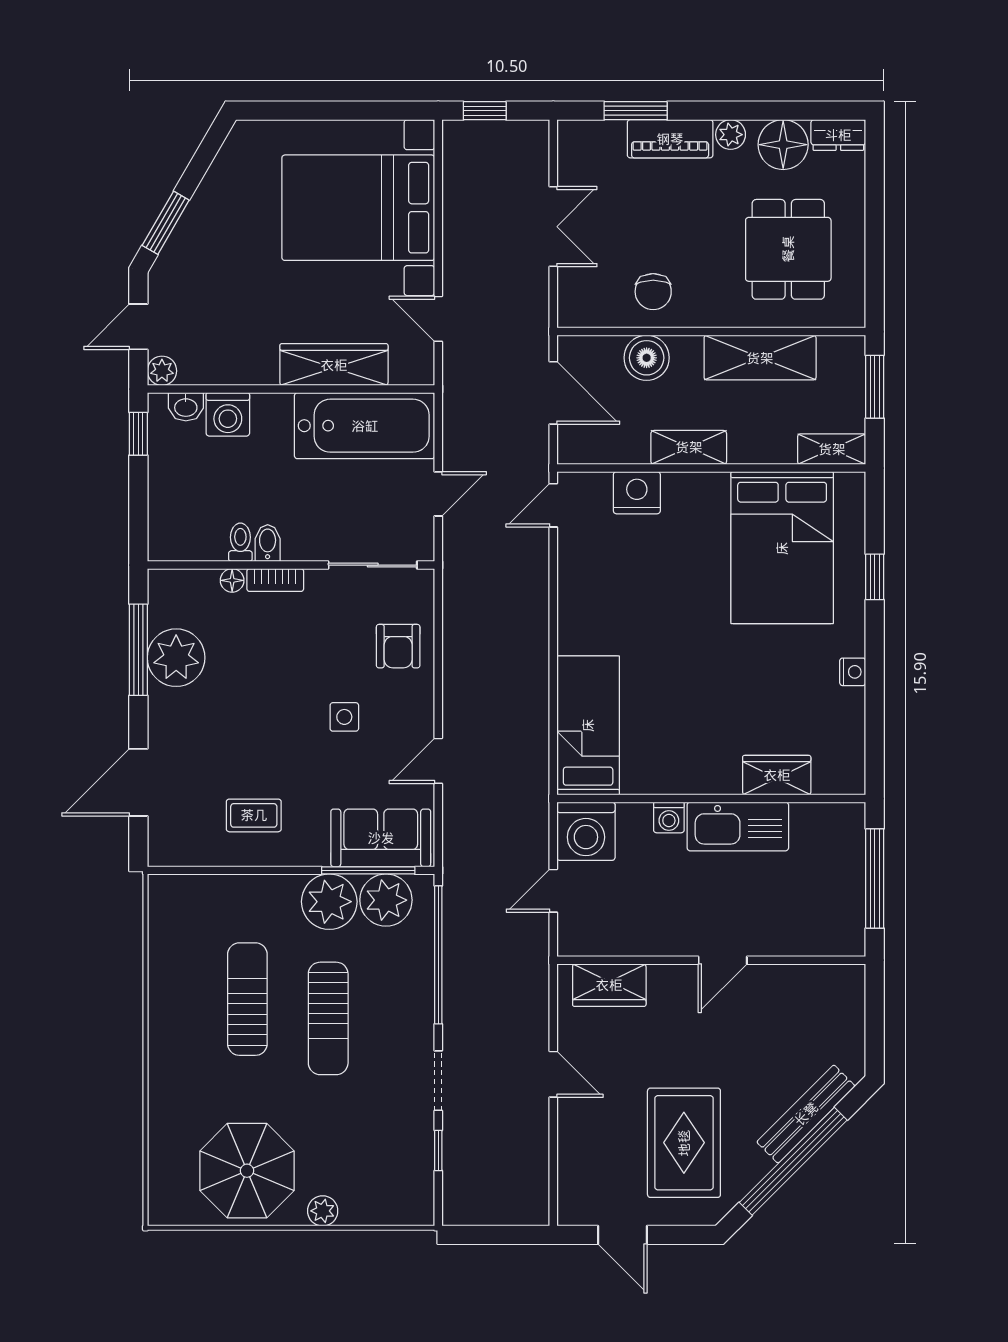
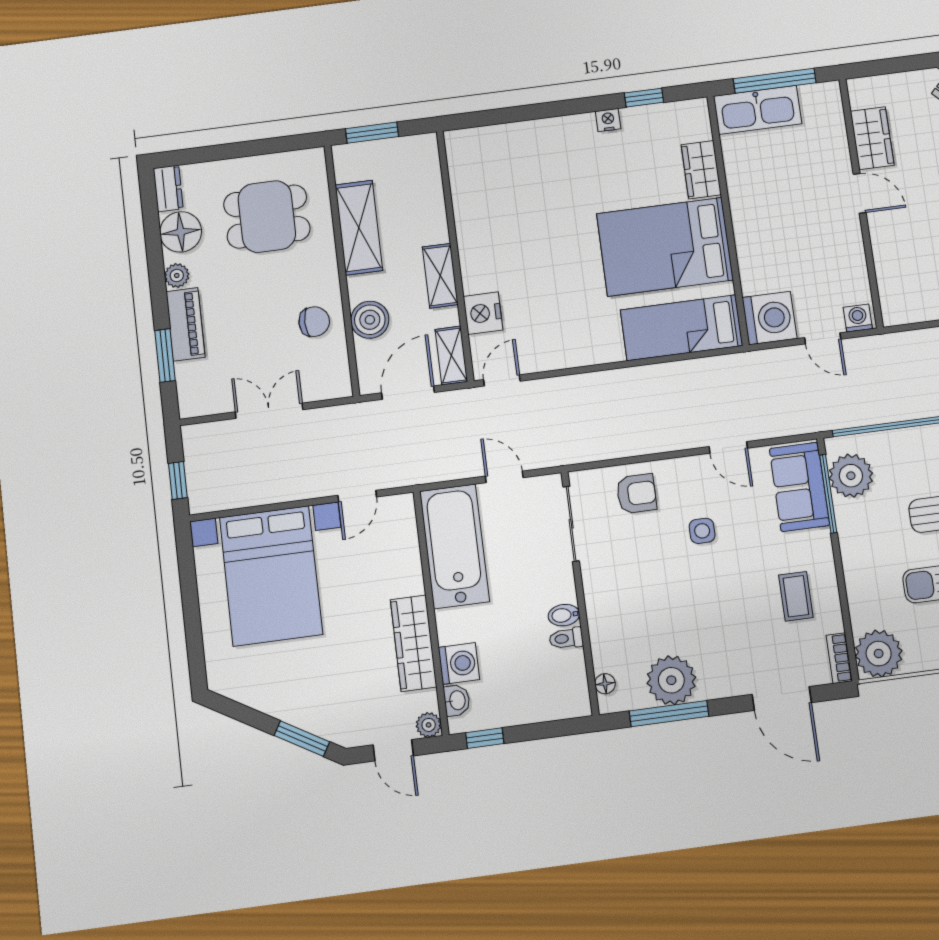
wardrobe: (334, 365) -> (414, 643), moved
shelving: (832, 449) -> (451, 356), moved
door: (553, 505) -> (502, 380), swing flipped
bed: (782, 548) -> (665, 247), moved, turned 180
window: (875, 577) -> (644, 98), moved
floor lamp: (232, 580) -> (605, 684), moved
bookcase: (275, 580) -> (839, 658), moved, turned 180
washing machine: (669, 817) -> (858, 318), moved, turned -90
kitchen sink: (738, 826) -> (758, 110), moved, turned 90
plant: (329, 902) -> (879, 654), moved
wardrobe: (609, 985) -> (872, 138), moved

